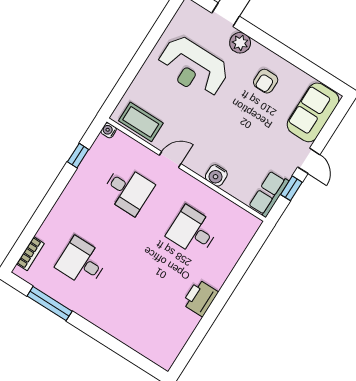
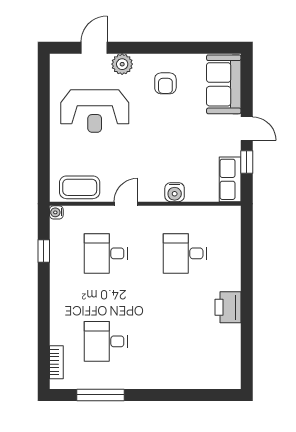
desk: (128, 190) -> (106, 253), turned 180

